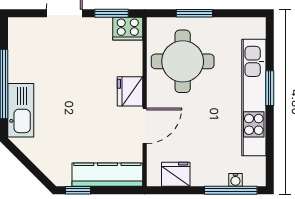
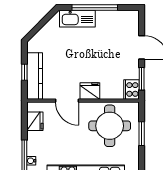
window: (78, 190) -> (24, 72), moved

